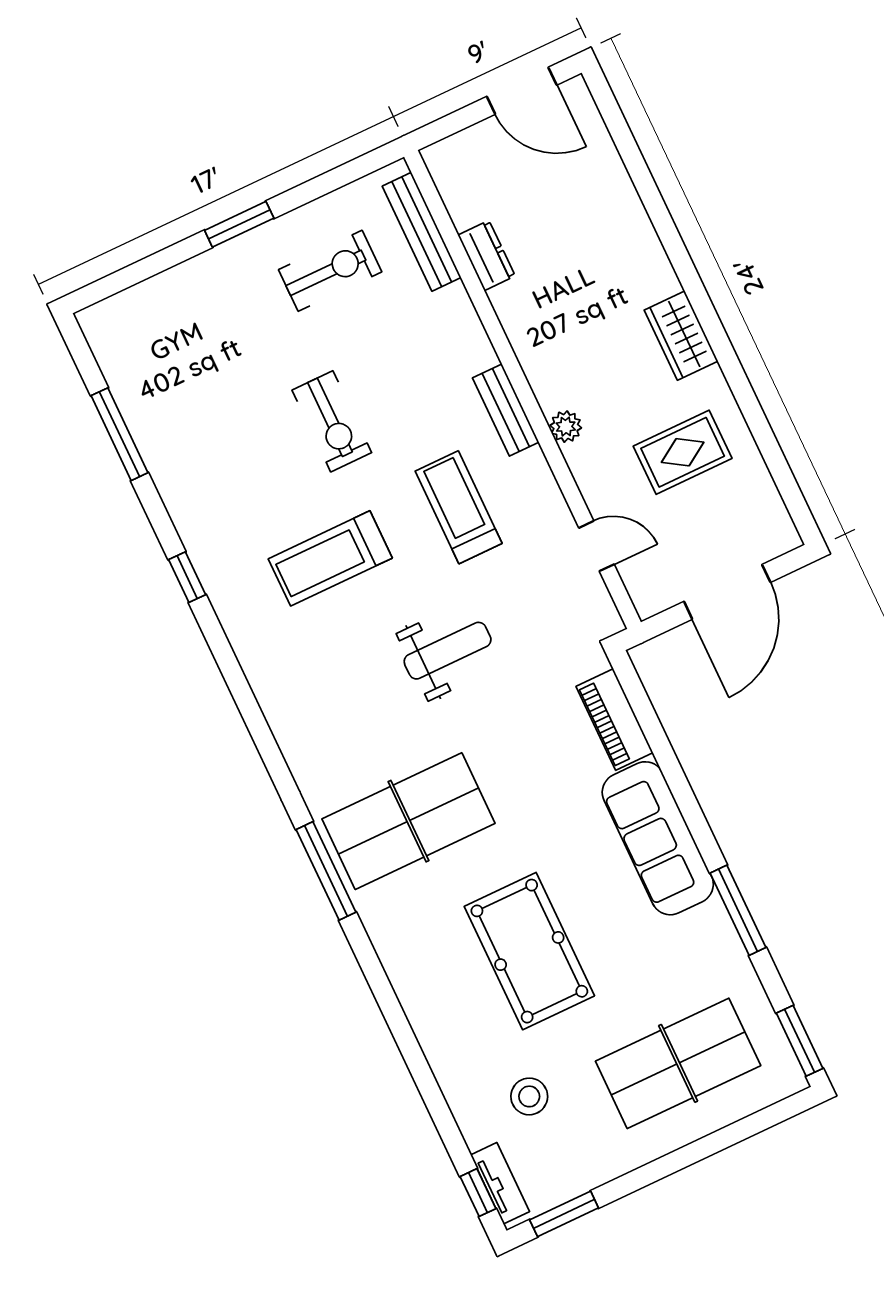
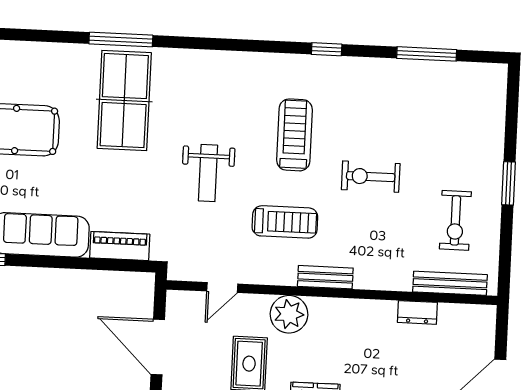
plant: (566, 427) -> (289, 314), width x1.88, depth x1.88

